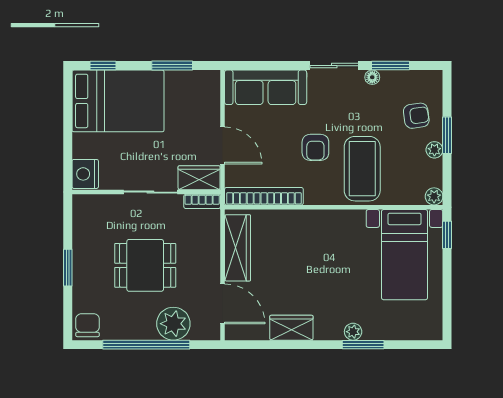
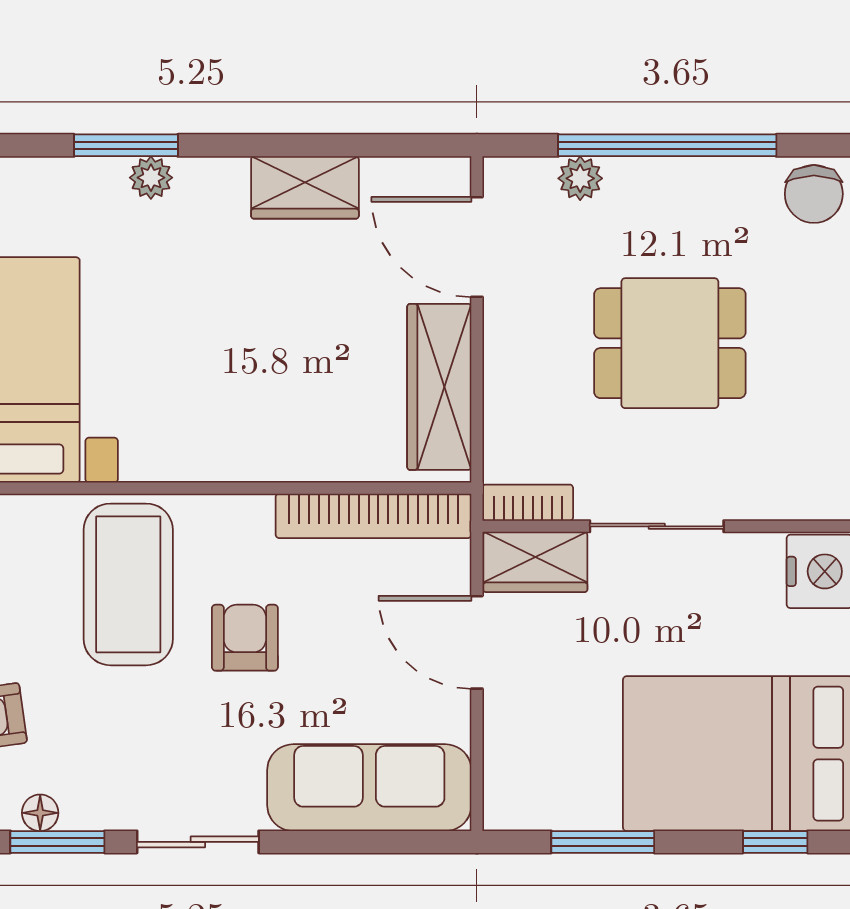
floor lamp: (372, 77) -> (40, 813), moved
plant: (173, 324) -> (580, 178), width x0.53, depth x0.53

